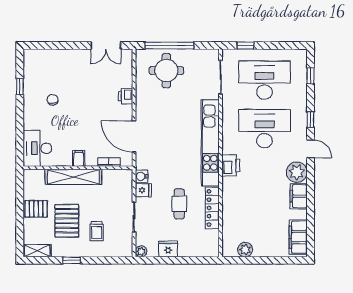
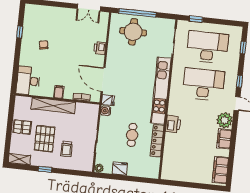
printer: (231, 165) -> (173, 124), moved
fridge: (143, 190) -> (108, 100), moved
plant: (245, 250) -> (179, 175), removed

